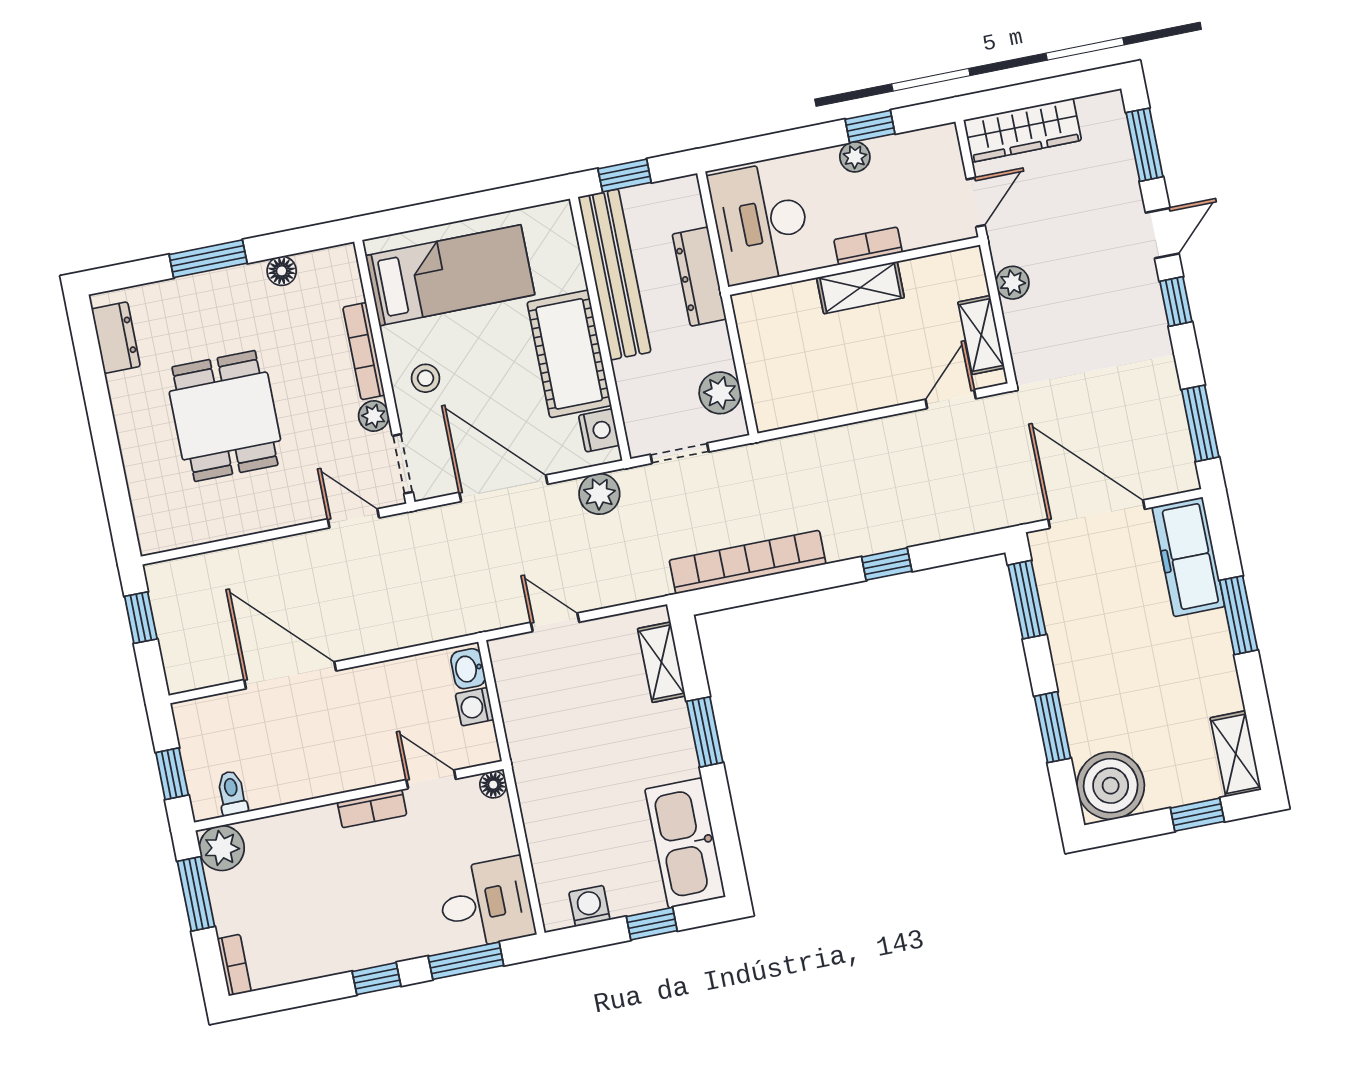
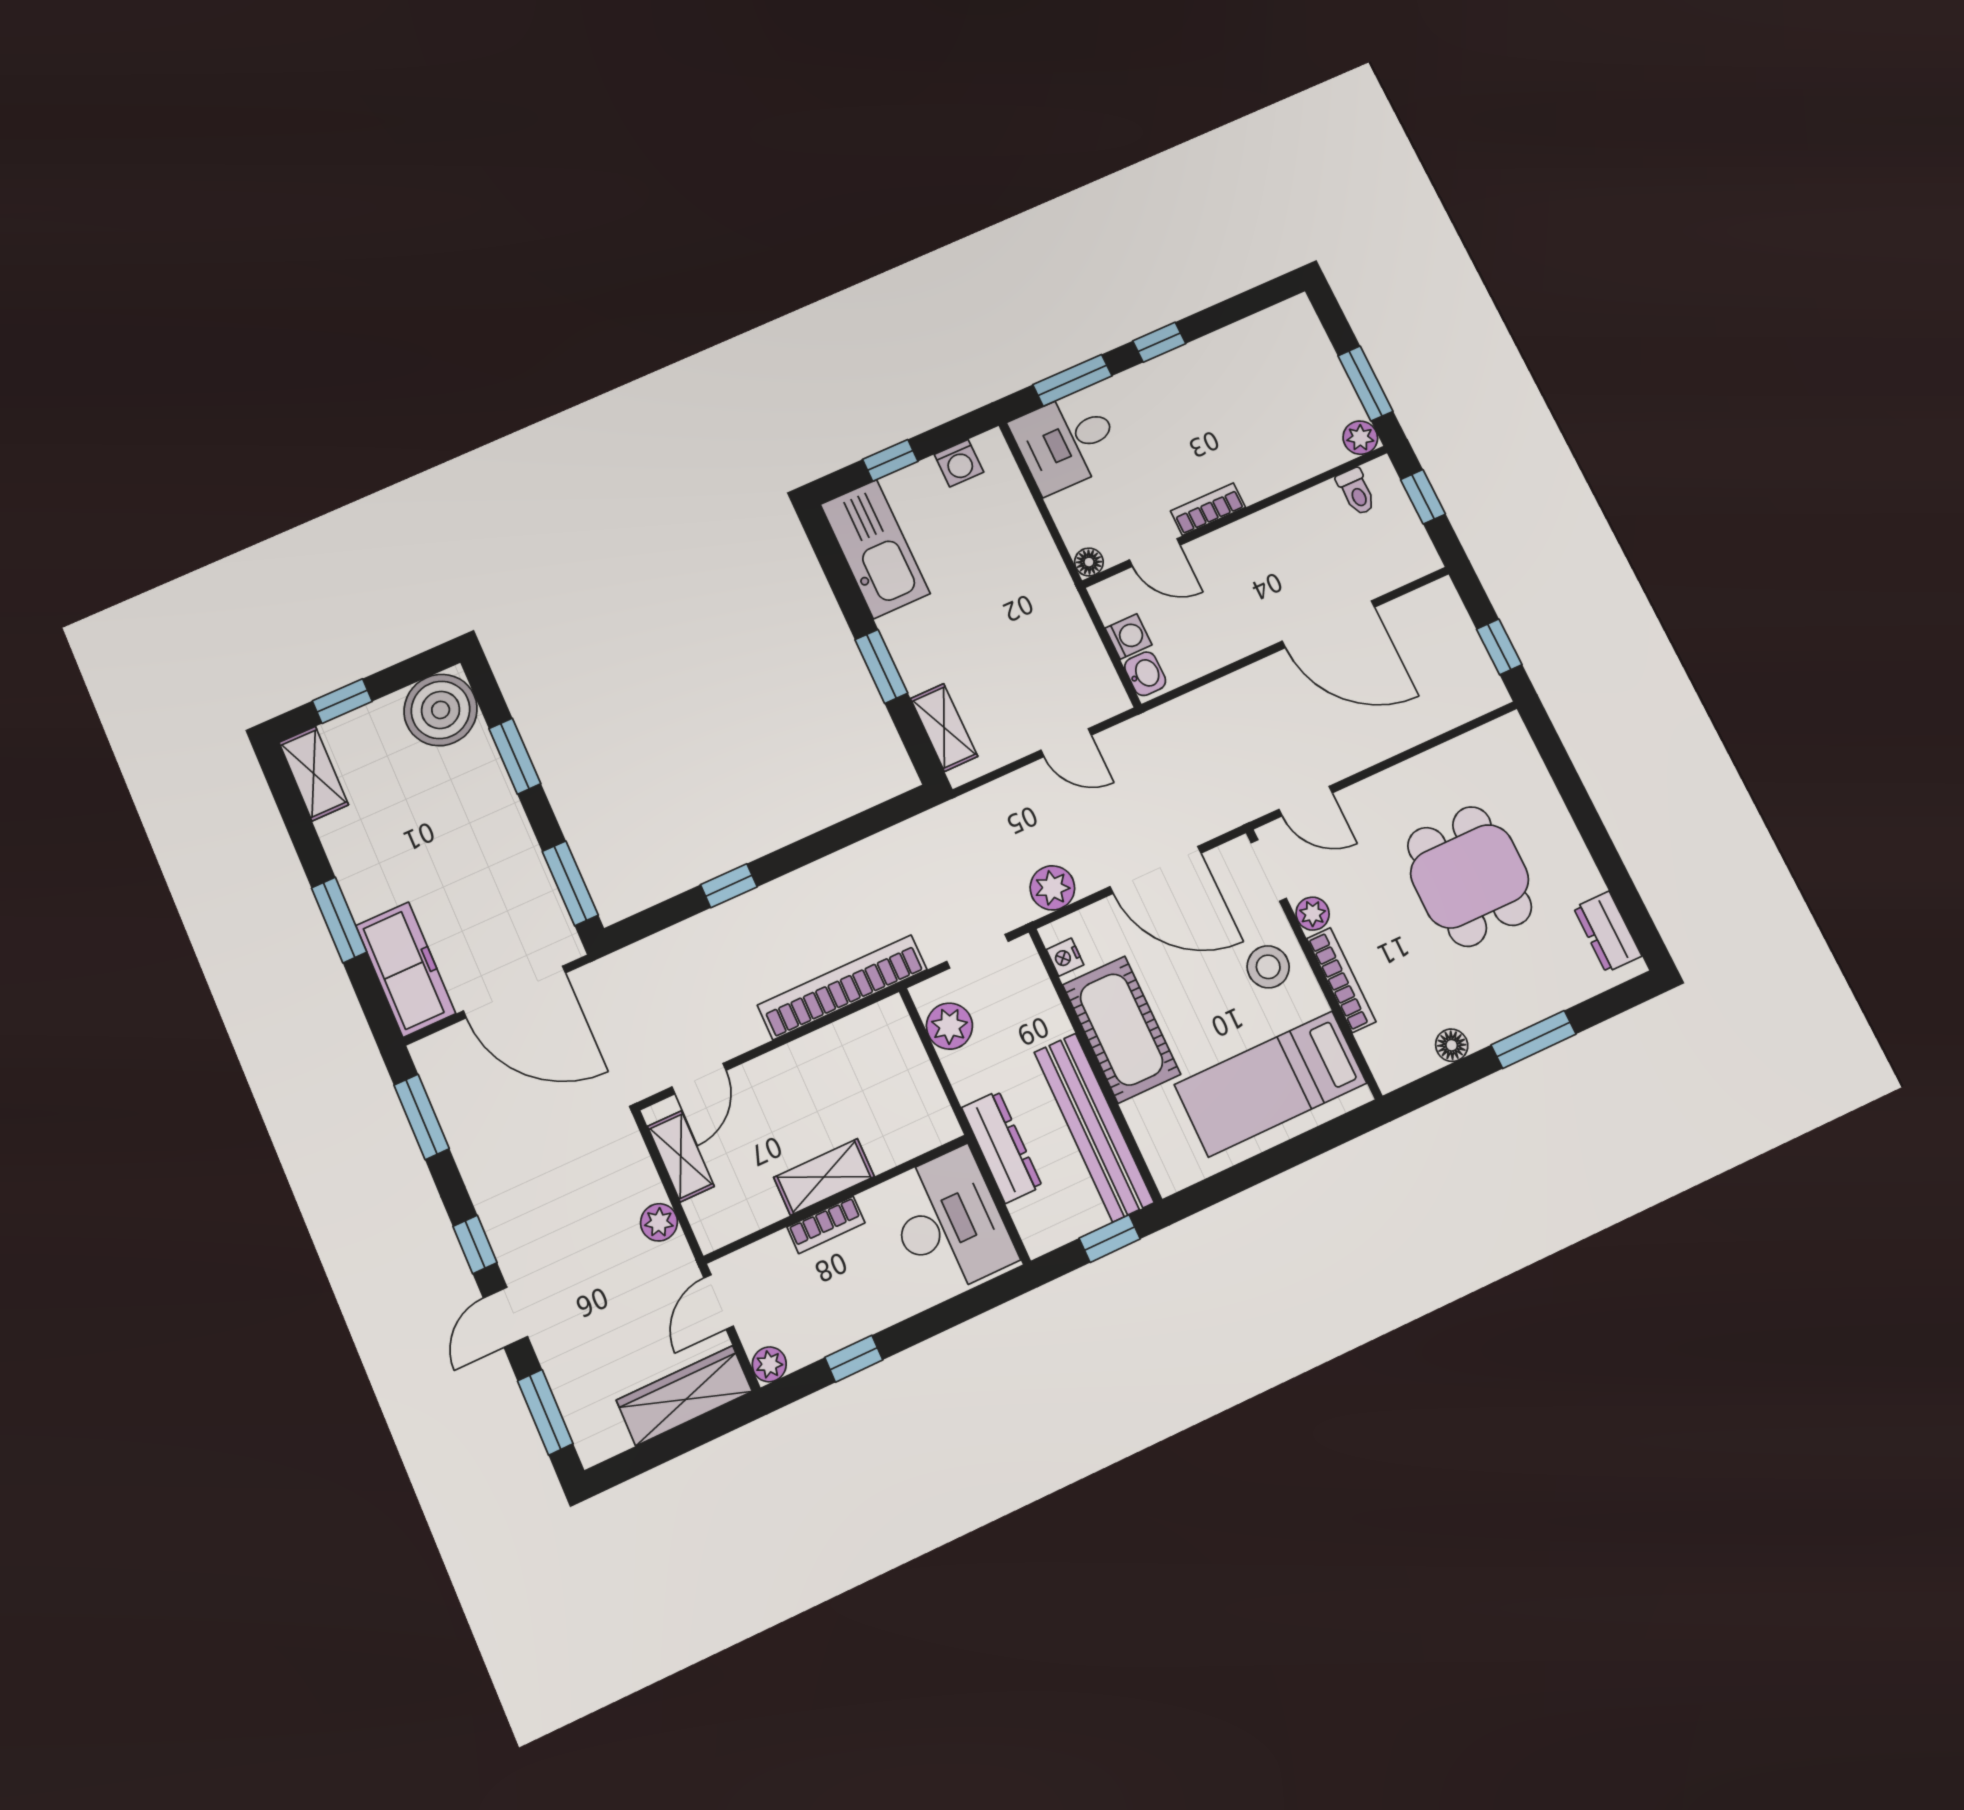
plant: (855, 157) -> (769, 1364), moved
stool: (426, 378) -> (1268, 967), width x1.37, depth x1.37
nightstand: (599, 430) -> (1065, 957), width x0.72, depth x0.74
bookcase: (748, 562) -> (842, 987), moved, turned 180
plant: (222, 848) -> (1360, 438), width x0.73, depth x0.73
bookcase: (234, 965) -> (1307, 323), removed

